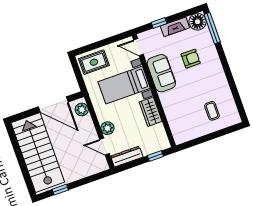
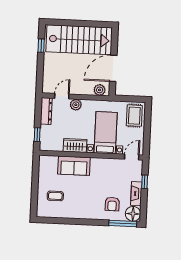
armchair: (191, 59) -> (112, 204), moved
sofa: (161, 73) -> (74, 166), moved

